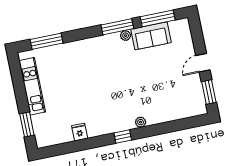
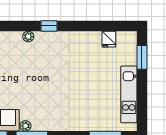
fridge: (80, 132) -> (109, 39), moved

